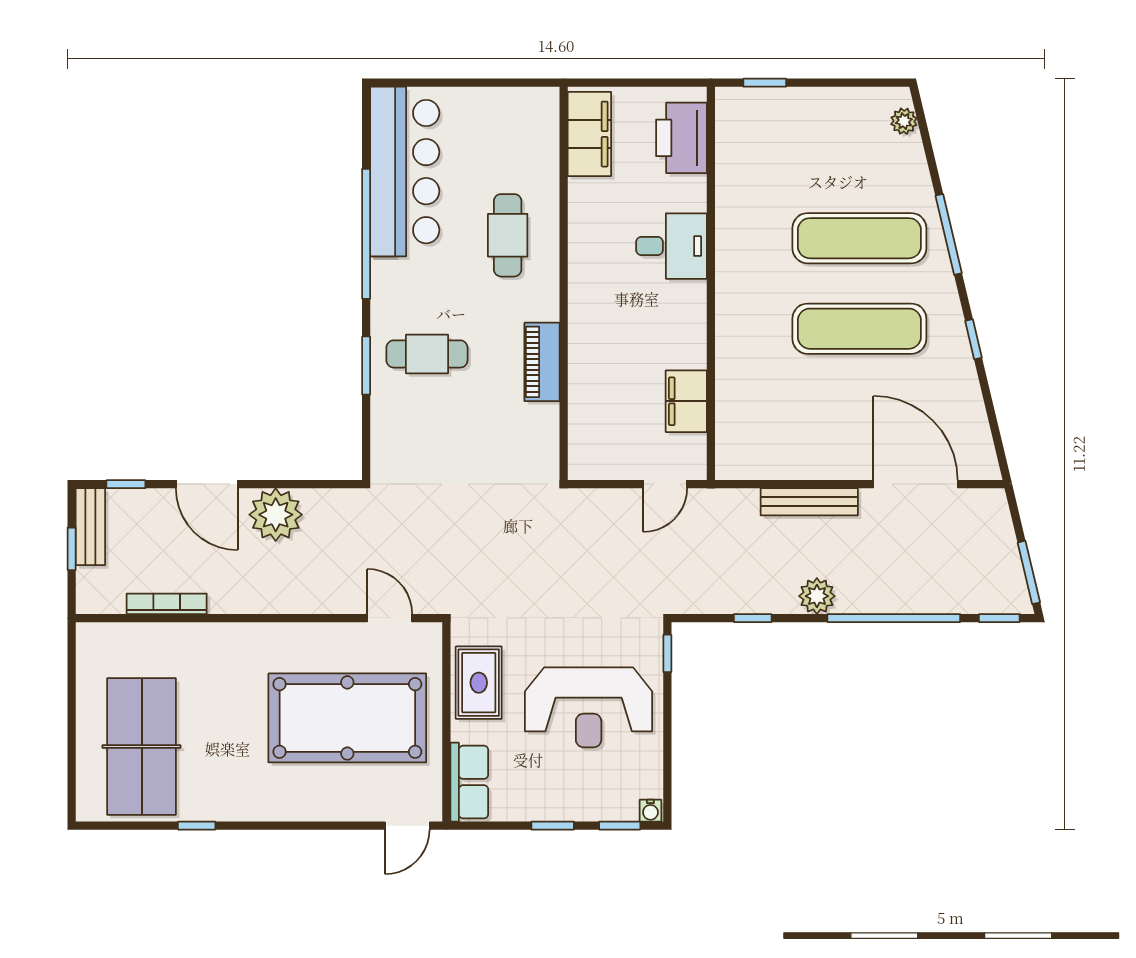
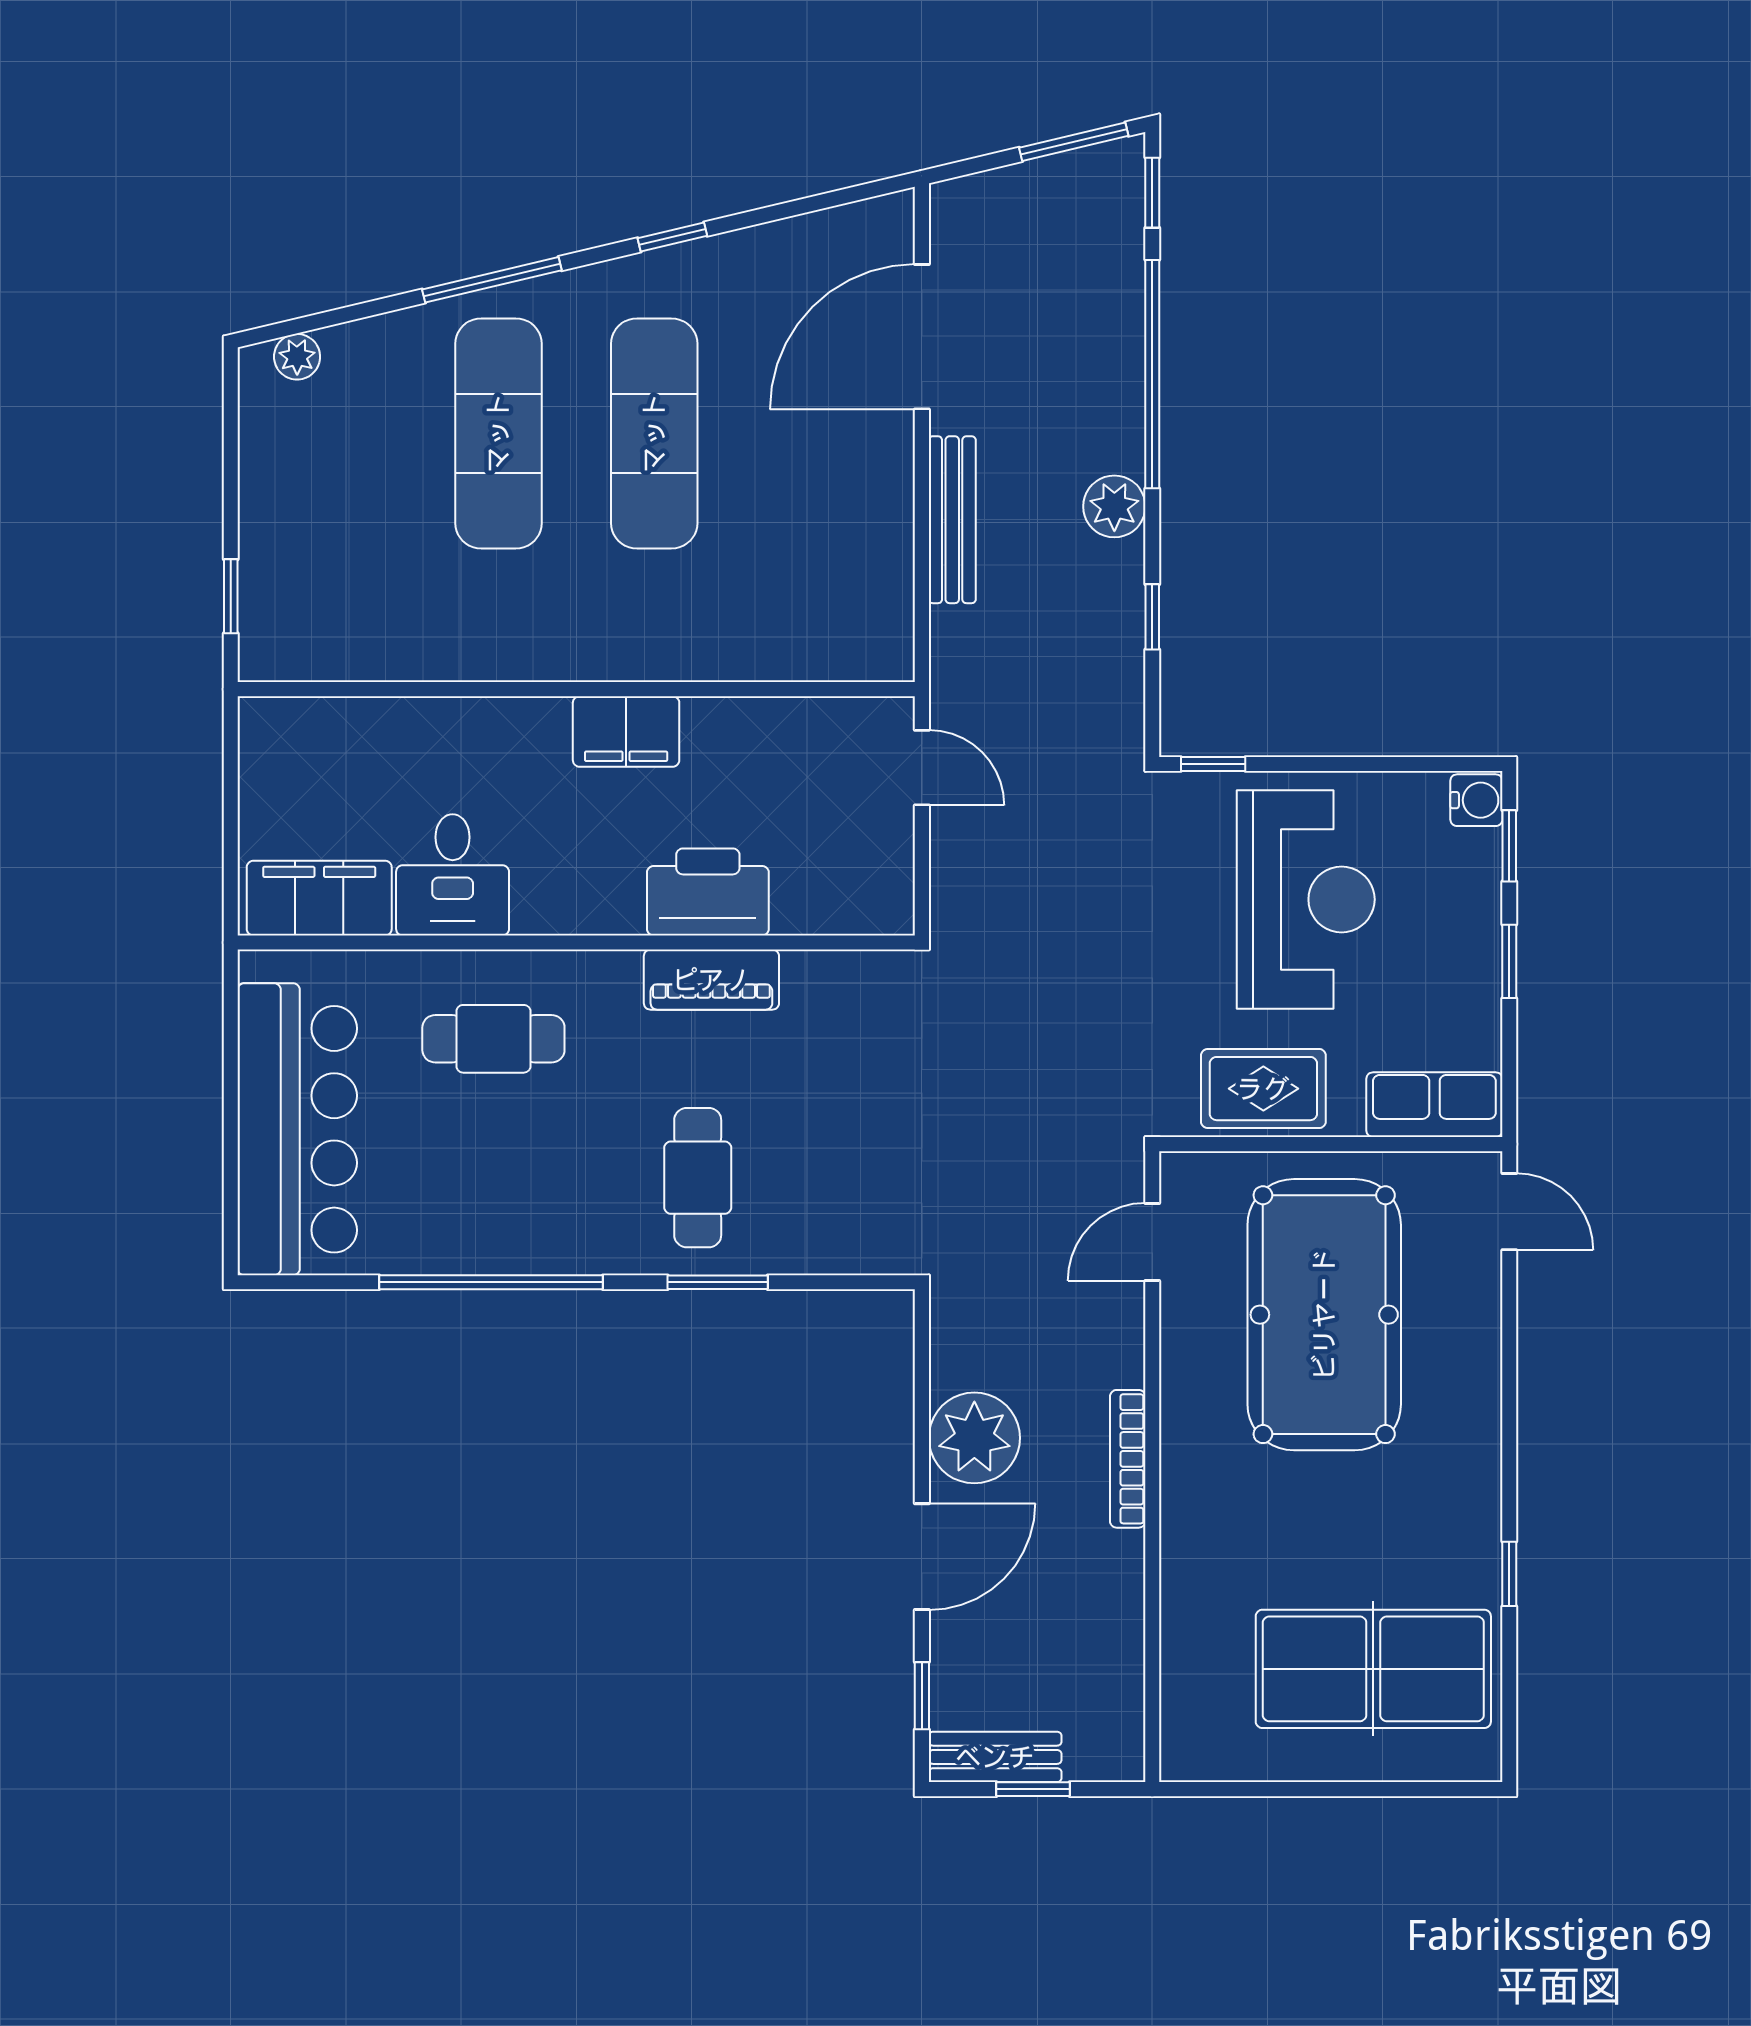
printer: (681, 138) -> (708, 892), moved, turned 180
bar counter: (405, 172) -> (297, 1129), moved, turned 90
desk: (671, 246) -> (453, 875), moved, turned 180
filing cabinet: (686, 401) -> (626, 731), moved
bookcase: (167, 604) -> (1128, 1459), moved
water cooler: (650, 811) -> (1476, 800), width x1.38, depth x1.38

